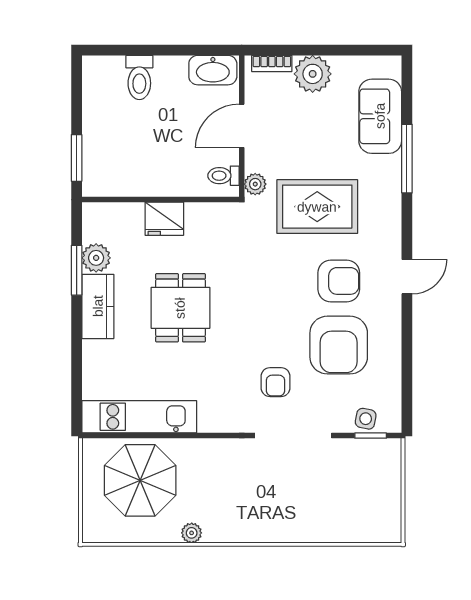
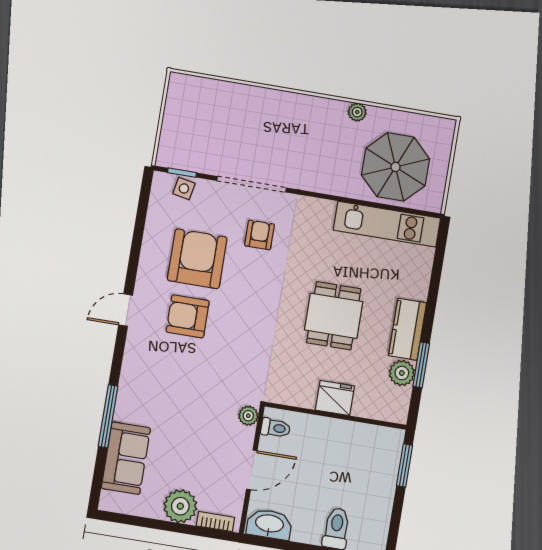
rug: (317, 207) -> (196, 386), removed

